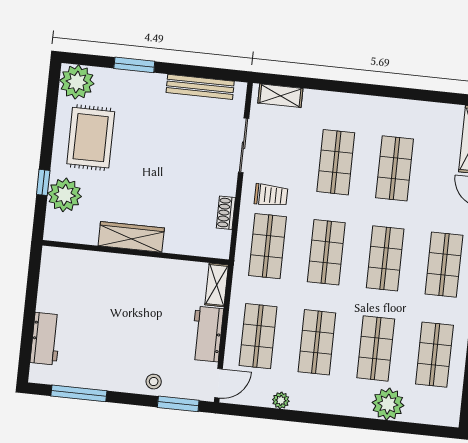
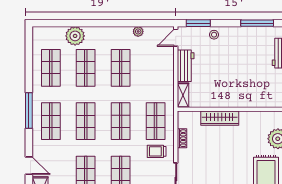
wardrobe: (131, 237) -> (220, 118), moved
shop shelf: (258, 336) -> (156, 68), removed

